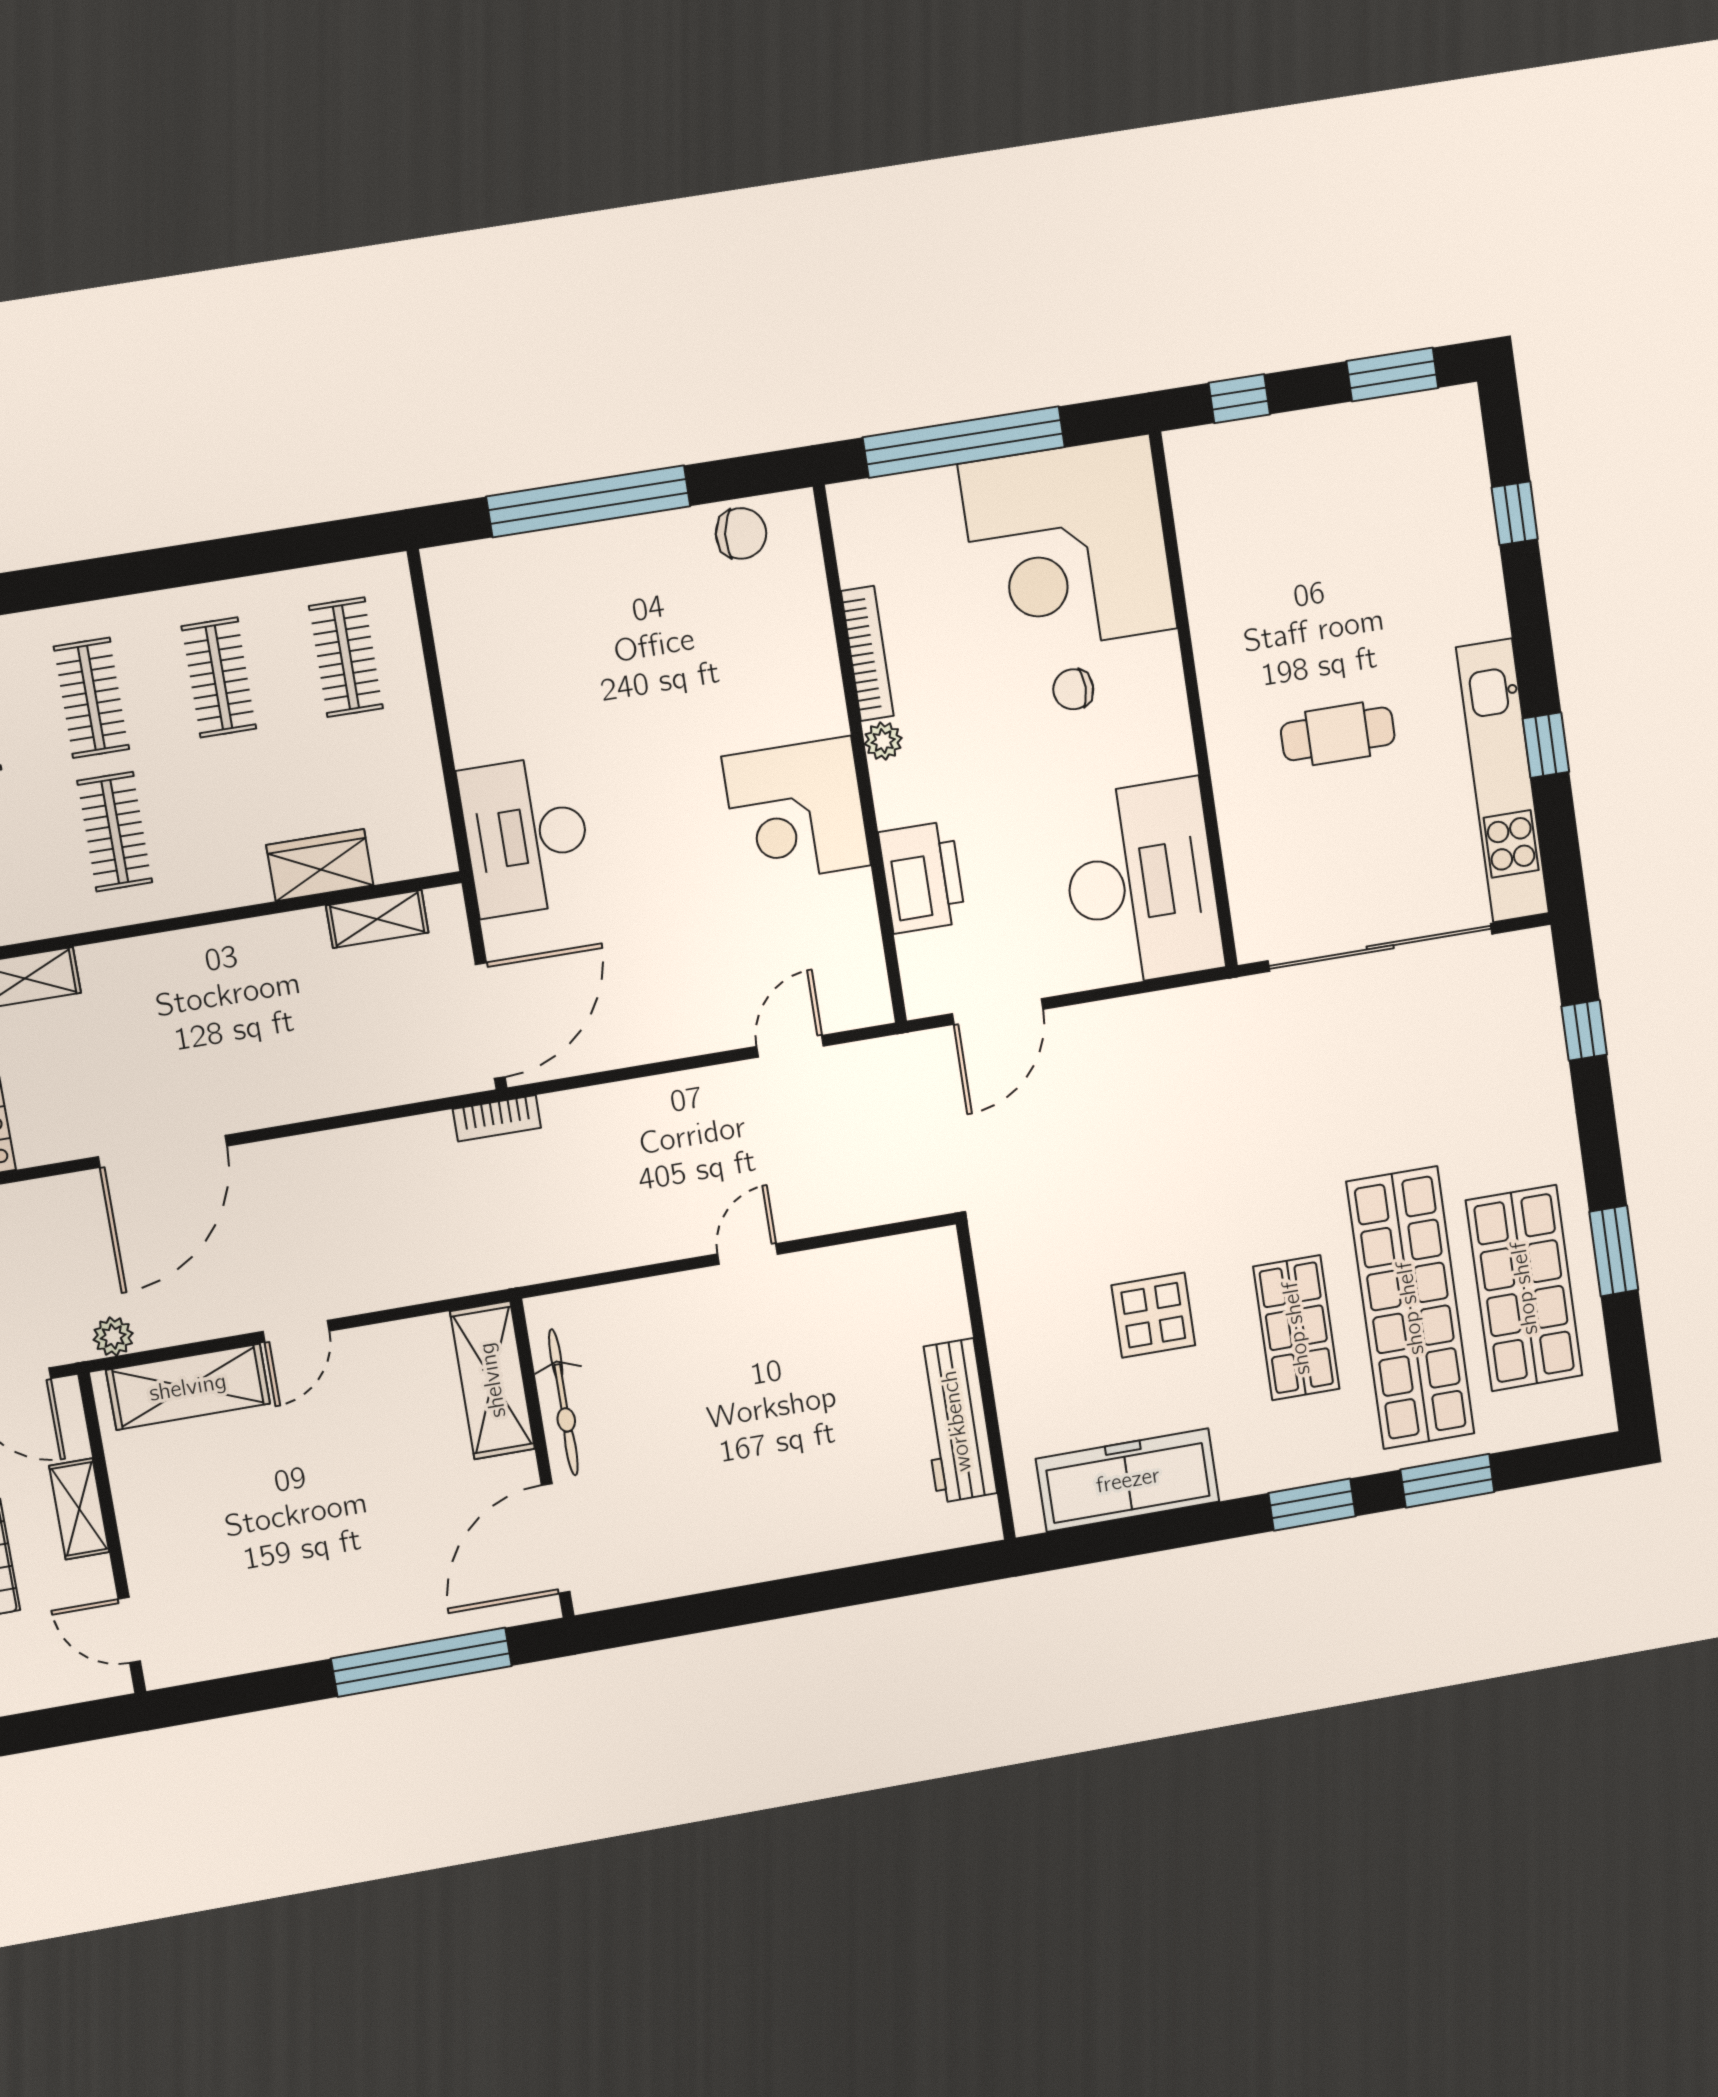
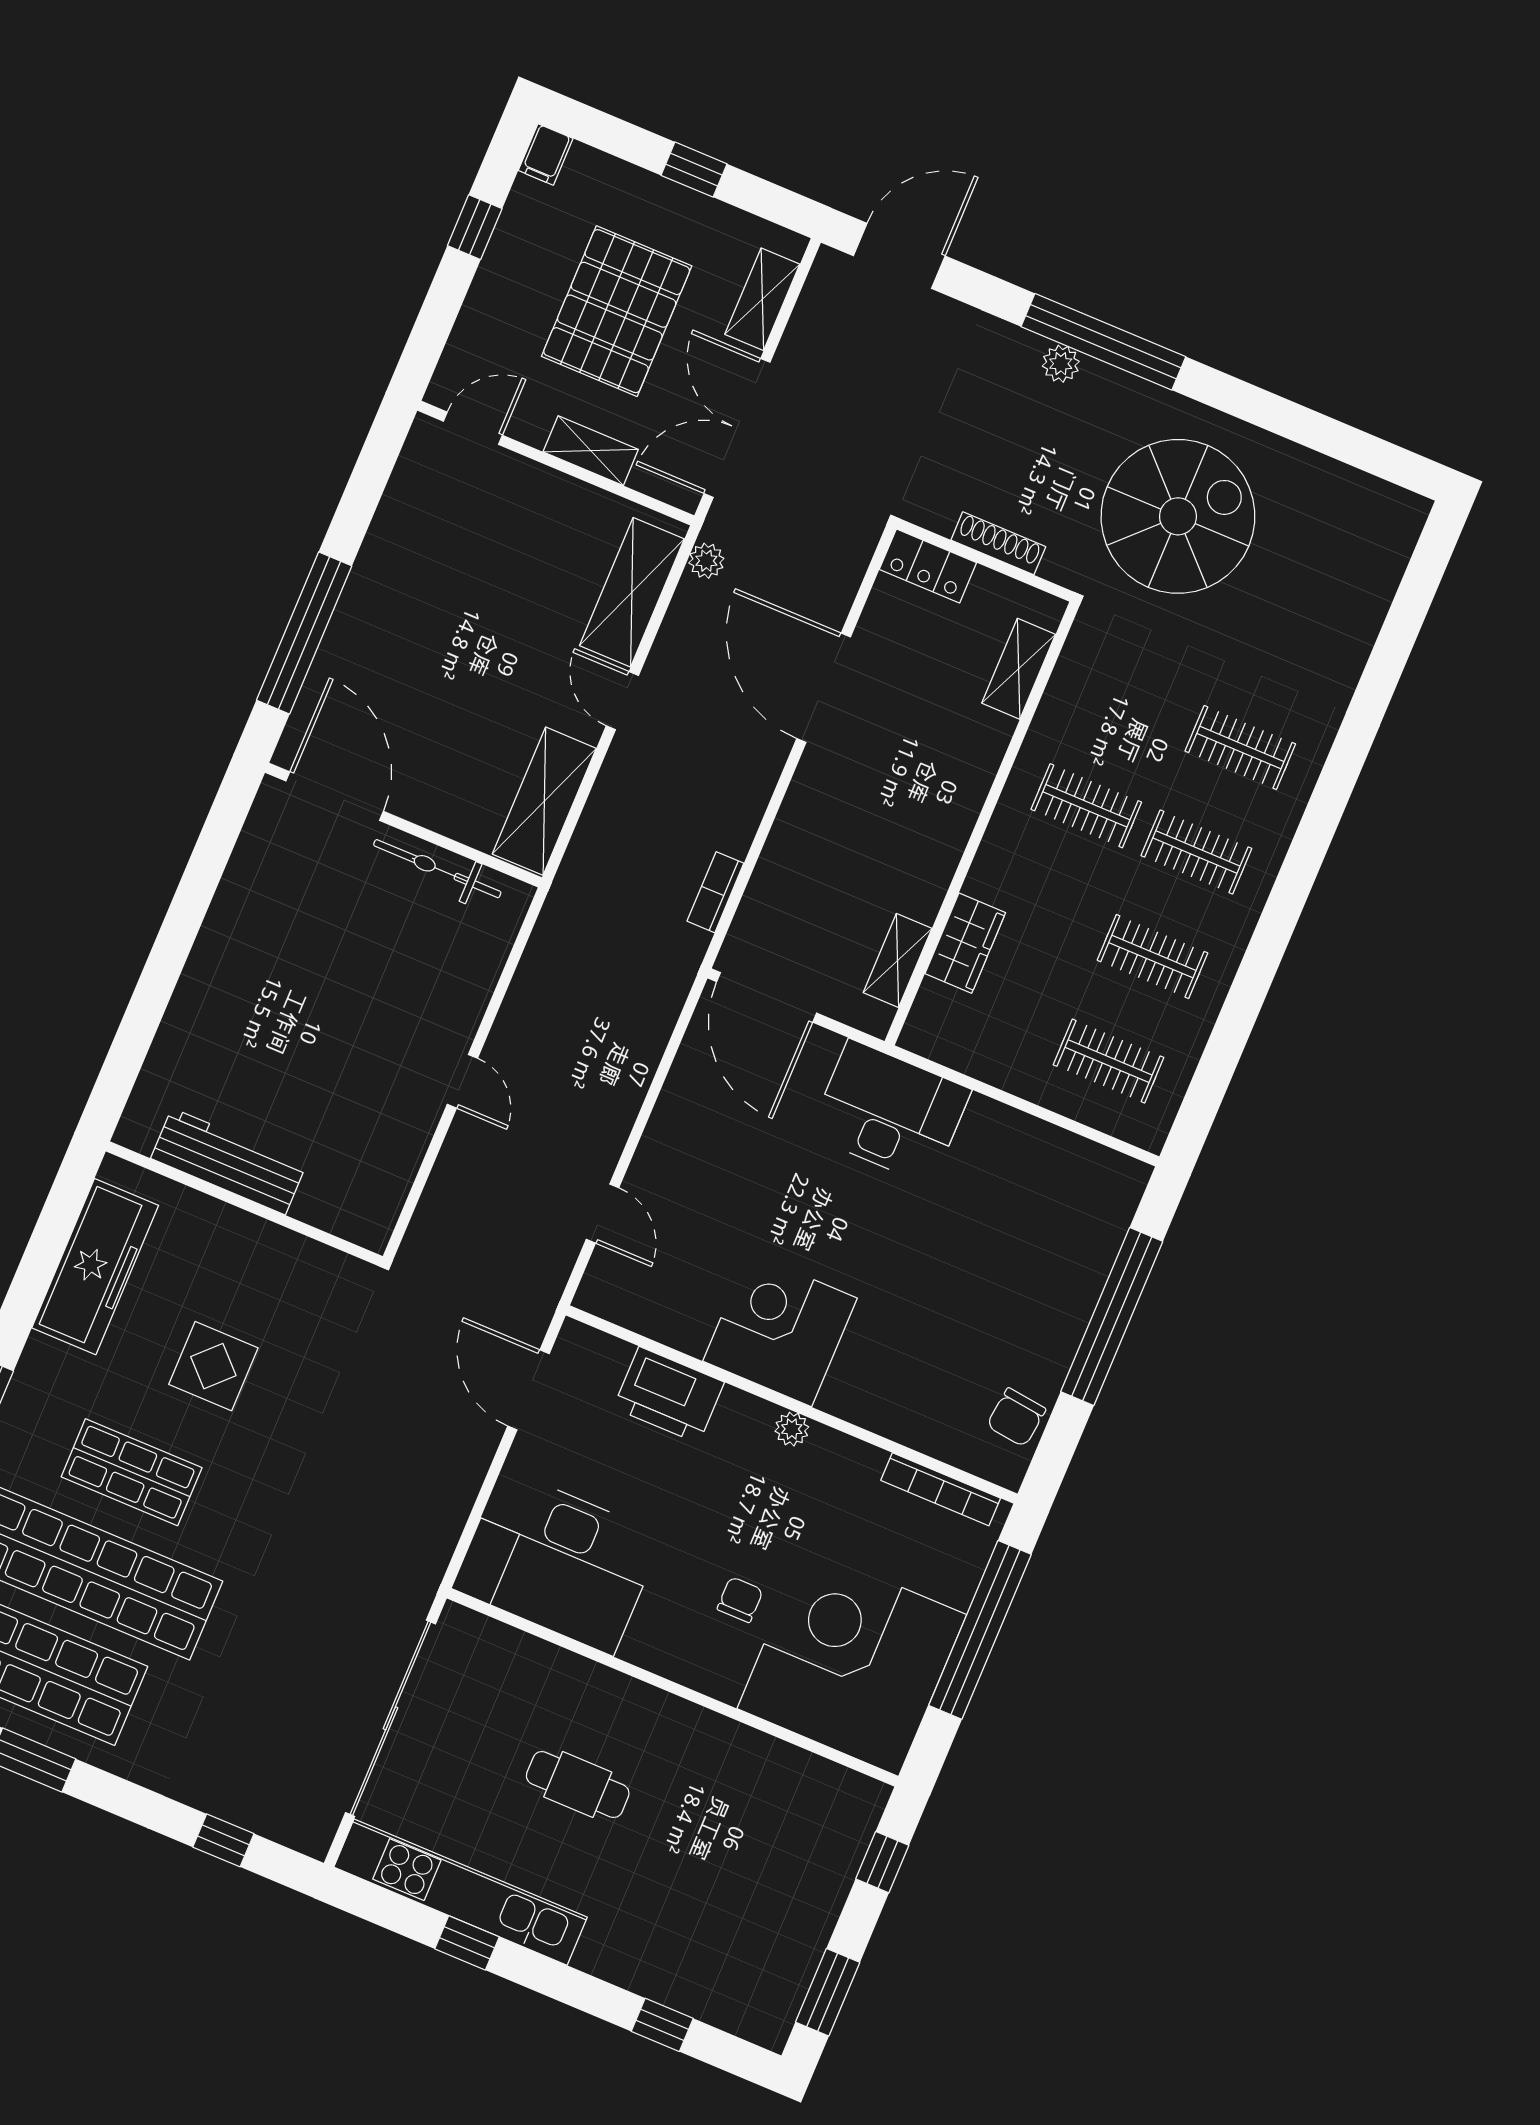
bookcase: (867, 653) -> (941, 1489), moved
cafe table: (1338, 734) -> (578, 1785), turned 90
bookcase: (497, 1118) -> (715, 892), moved
shelving: (492, 1380) -> (544, 801), moved, turned 90

